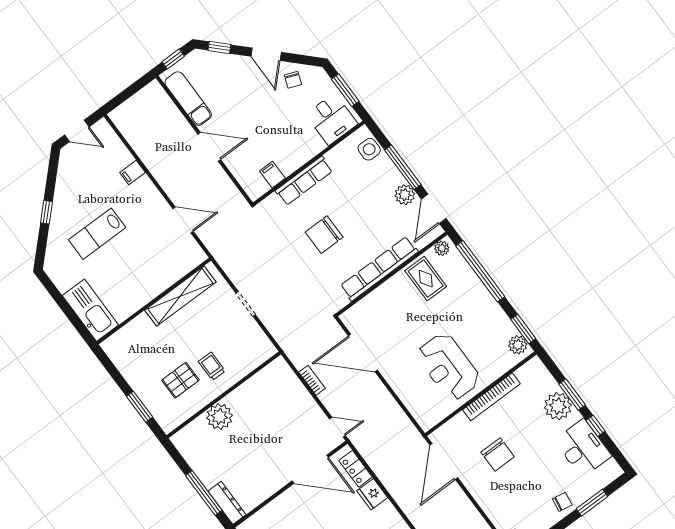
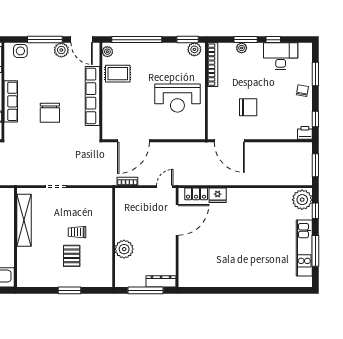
wall: (224, 395) -> (114, 238), moved
bookcase: (491, 397) -> (213, 65), moved
plant: (558, 406) -> (242, 48), width x0.53, depth x0.53
plant: (219, 417) -> (124, 249), moved

